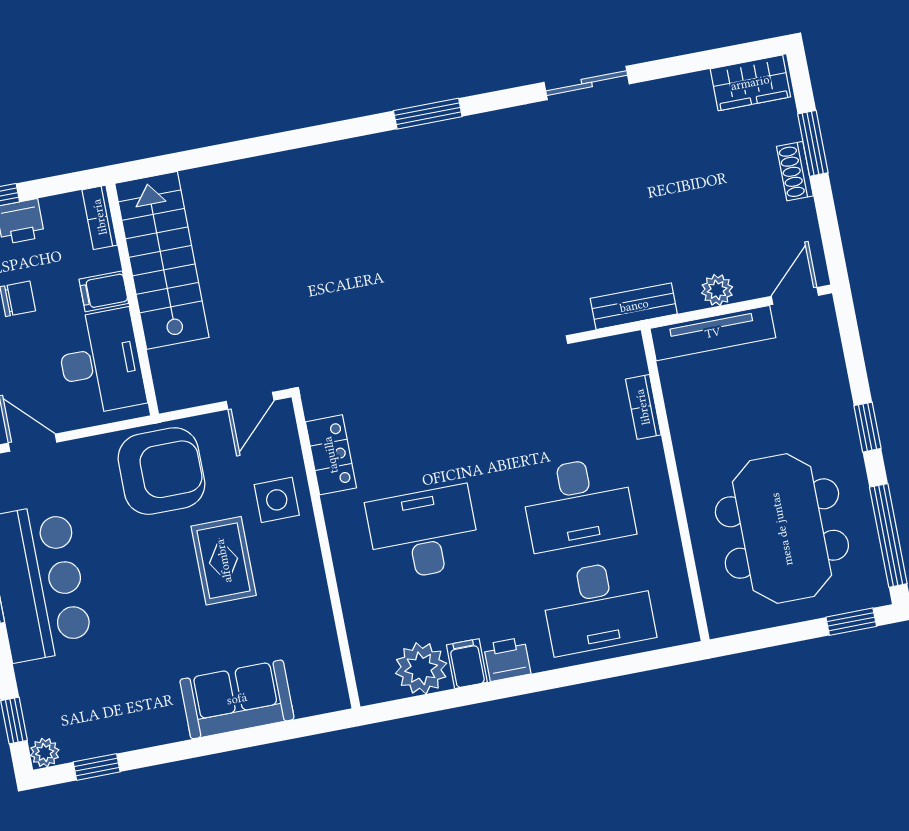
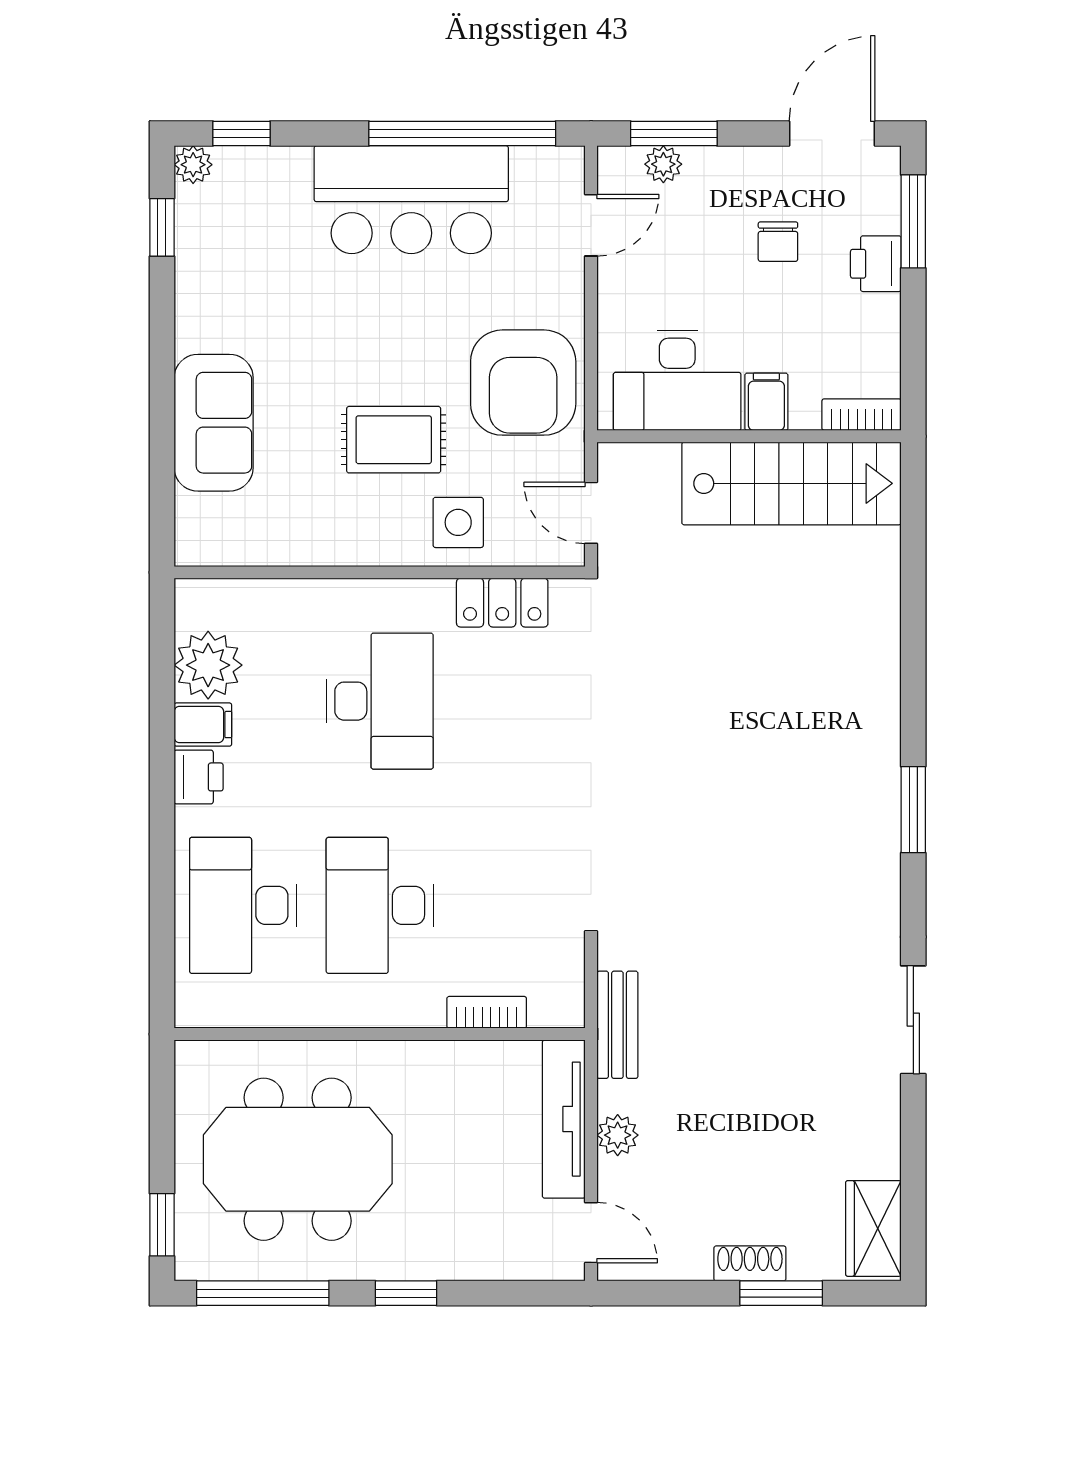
bookcase: (100, 217) -> (862, 415), moved
stairs: (162, 260) -> (791, 483), moved
filing cabinet: (104, 291) -> (766, 402), moved
wall: (132, 299) -> (749, 436), moved
desk: (101, 362) -> (677, 380), moved

